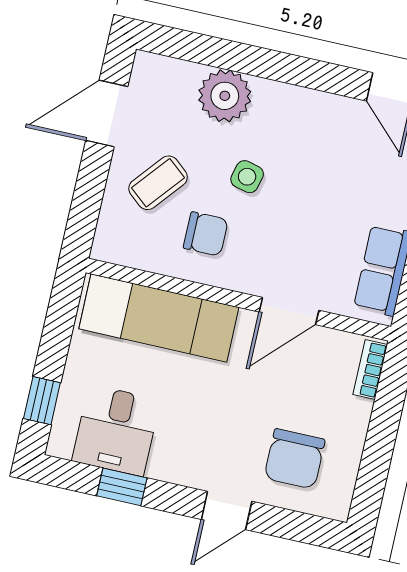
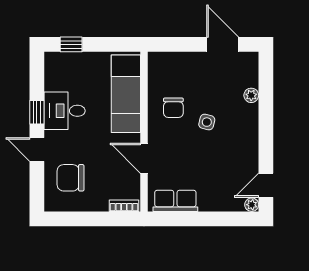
plant: (225, 96) -> (251, 95), width x0.53, depth x0.53
coffee table: (158, 183) -> (194, 78), removed
desk: (116, 430) -> (65, 111), moved
window: (122, 487) -> (37, 112), moved

